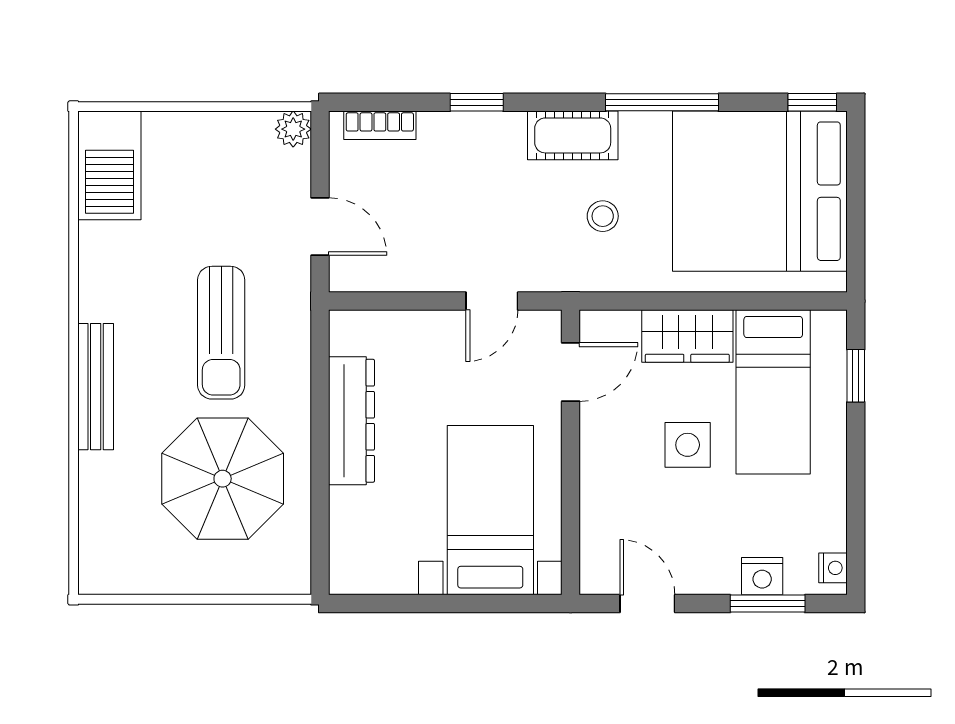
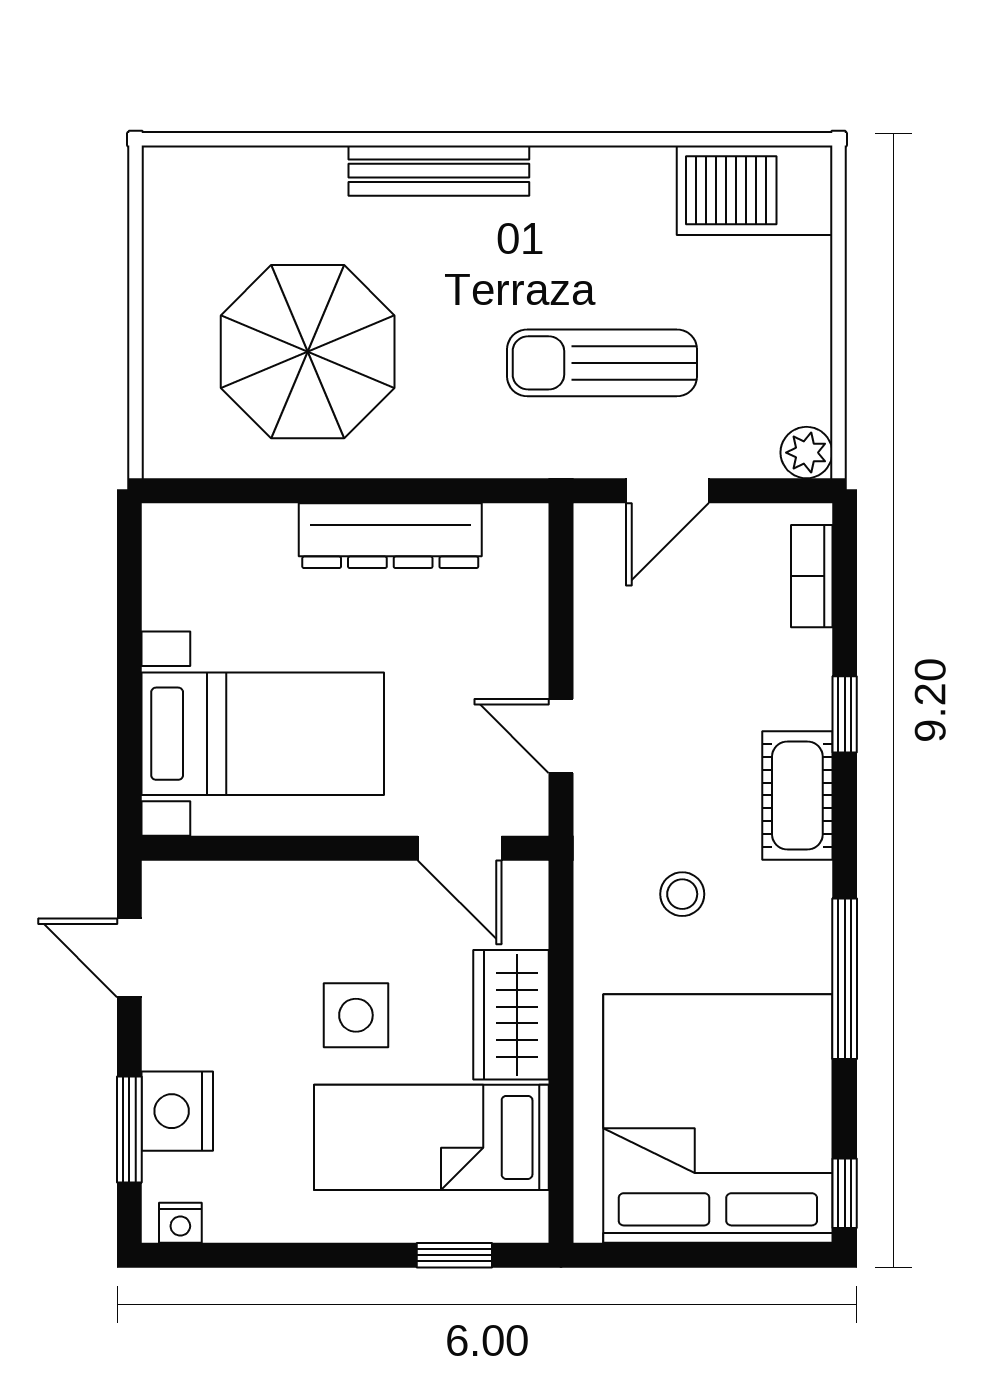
cot: (573, 135) -> (797, 795), moved
sun lounger: (221, 333) -> (602, 363), moved
nightstand: (762, 576) -> (177, 1111), width x1.36, depth x1.33
door: (647, 604) -> (129, 958), swing flipped

